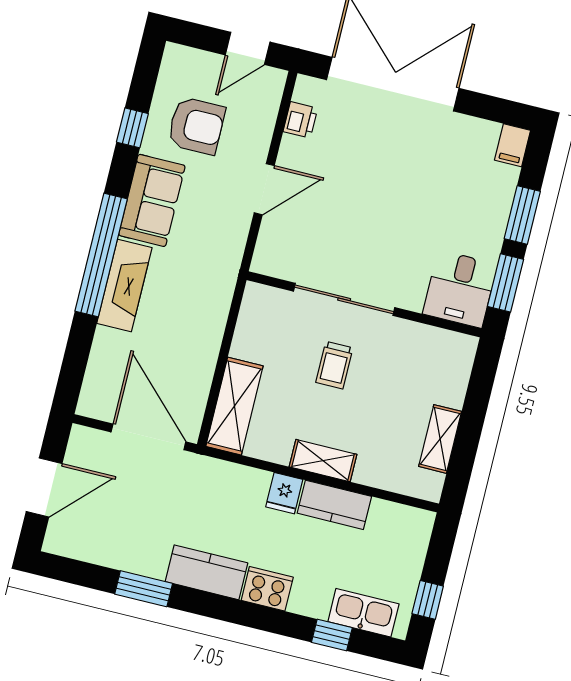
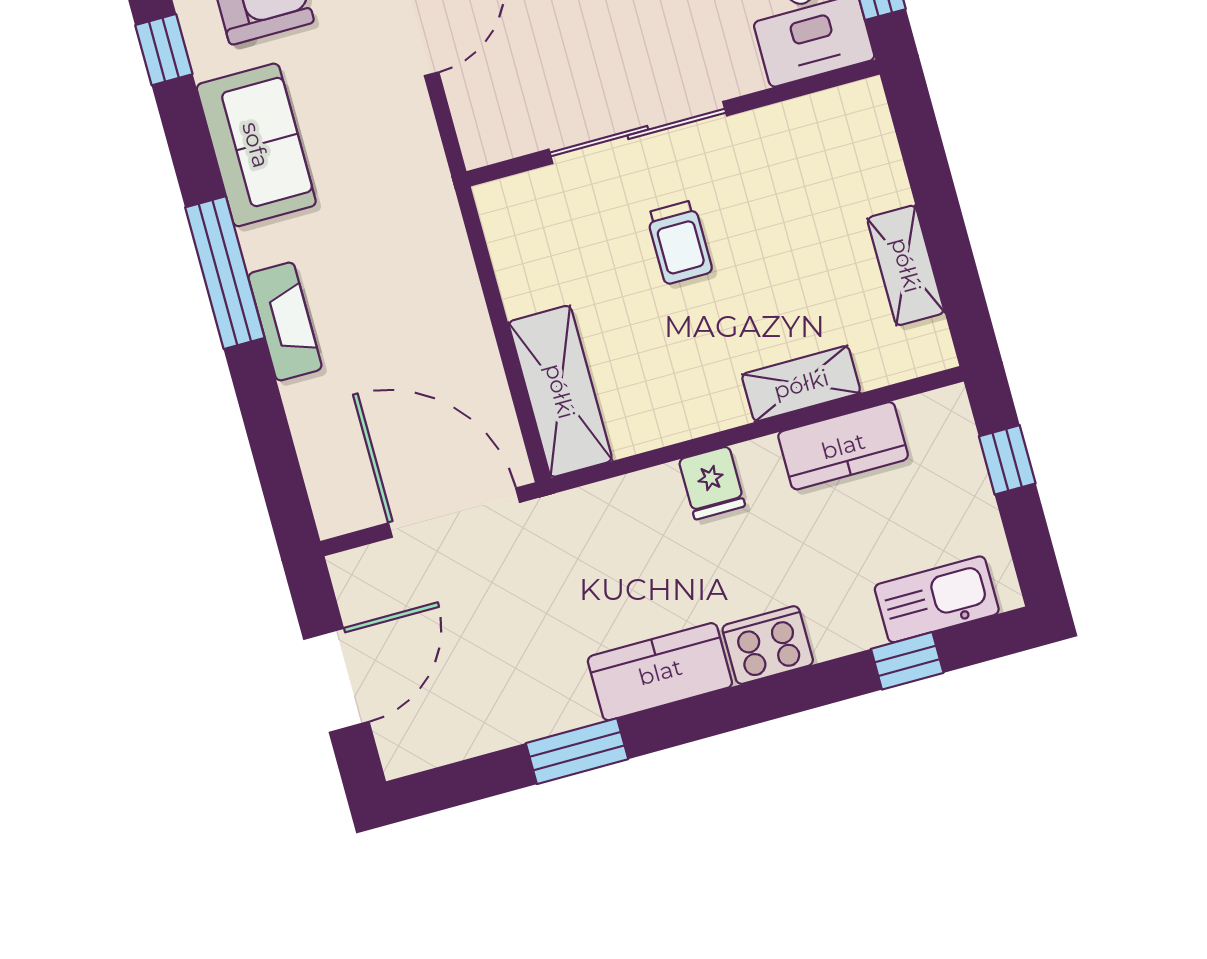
window: (101, 255) -> (225, 273), width x0.68
fireplace: (124, 285) -> (285, 321), width x0.73, depth x0.76
shelving: (323, 461) -> (801, 384), moved
kitchen counter: (334, 505) -> (843, 446), moved
window: (428, 600) -> (1007, 460), moved

